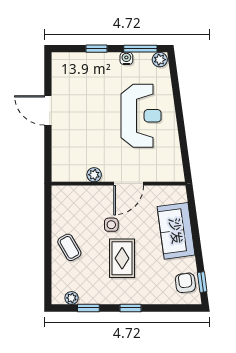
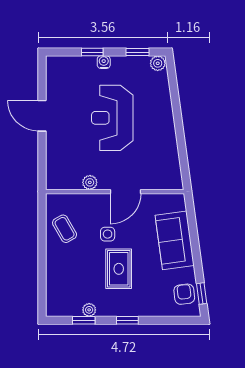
window: (140, 49) -> (138, 52), width x0.67
water cooler: (126, 58) -> (104, 62), moved
reception desk: (141, 116) -> (112, 118), moved, turned 180
coffee table: (69, 247) -> (65, 229), moved
plant: (71, 298) -> (89, 310), moved

